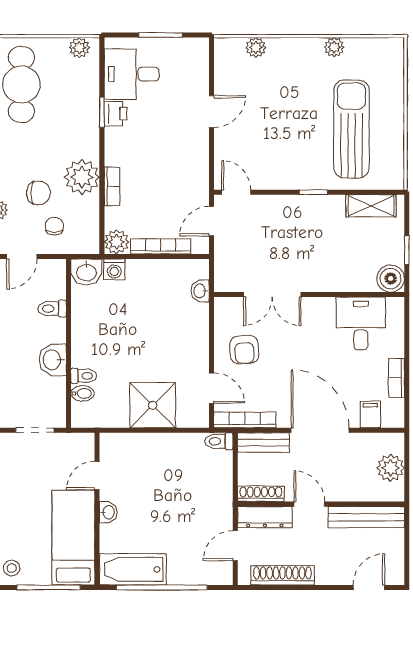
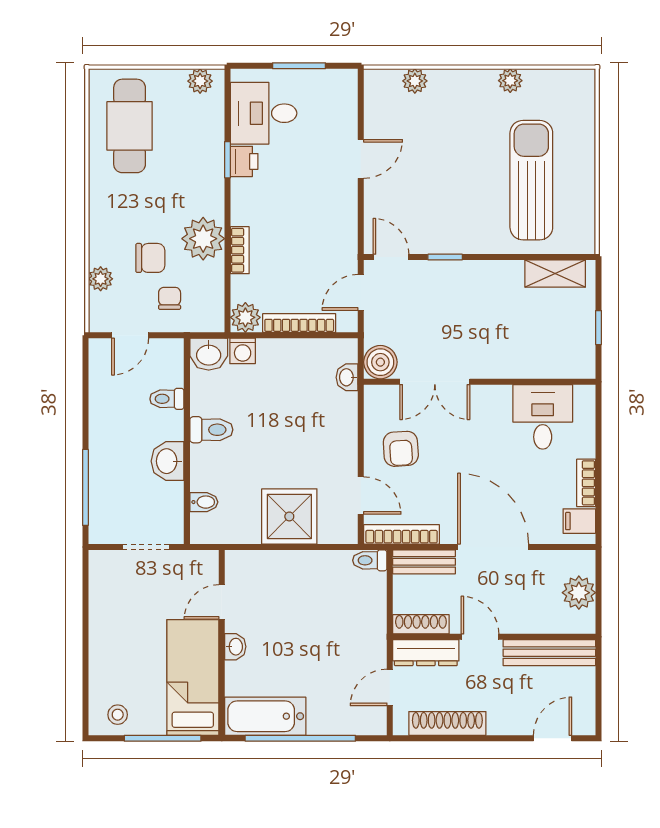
window: (313, 192) -> (445, 257), moved
boiler: (391, 278) -> (380, 362), moved
toilet: (84, 376) -> (211, 430), moved, width x1.37, depth x1.39
filing cabinet: (370, 415) -> (579, 521), moved, turned -90

